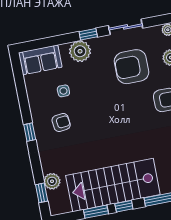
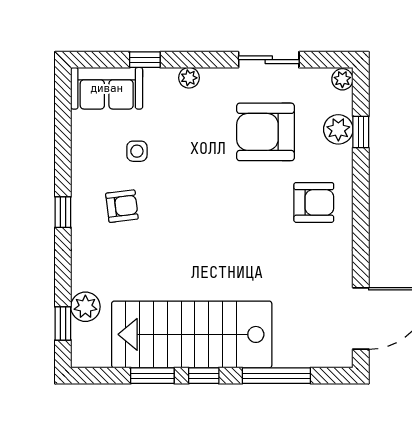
window: (88, 34) -> (145, 60), moved
plant: (80, 51) -> (189, 78), width x0.53, depth x0.53

